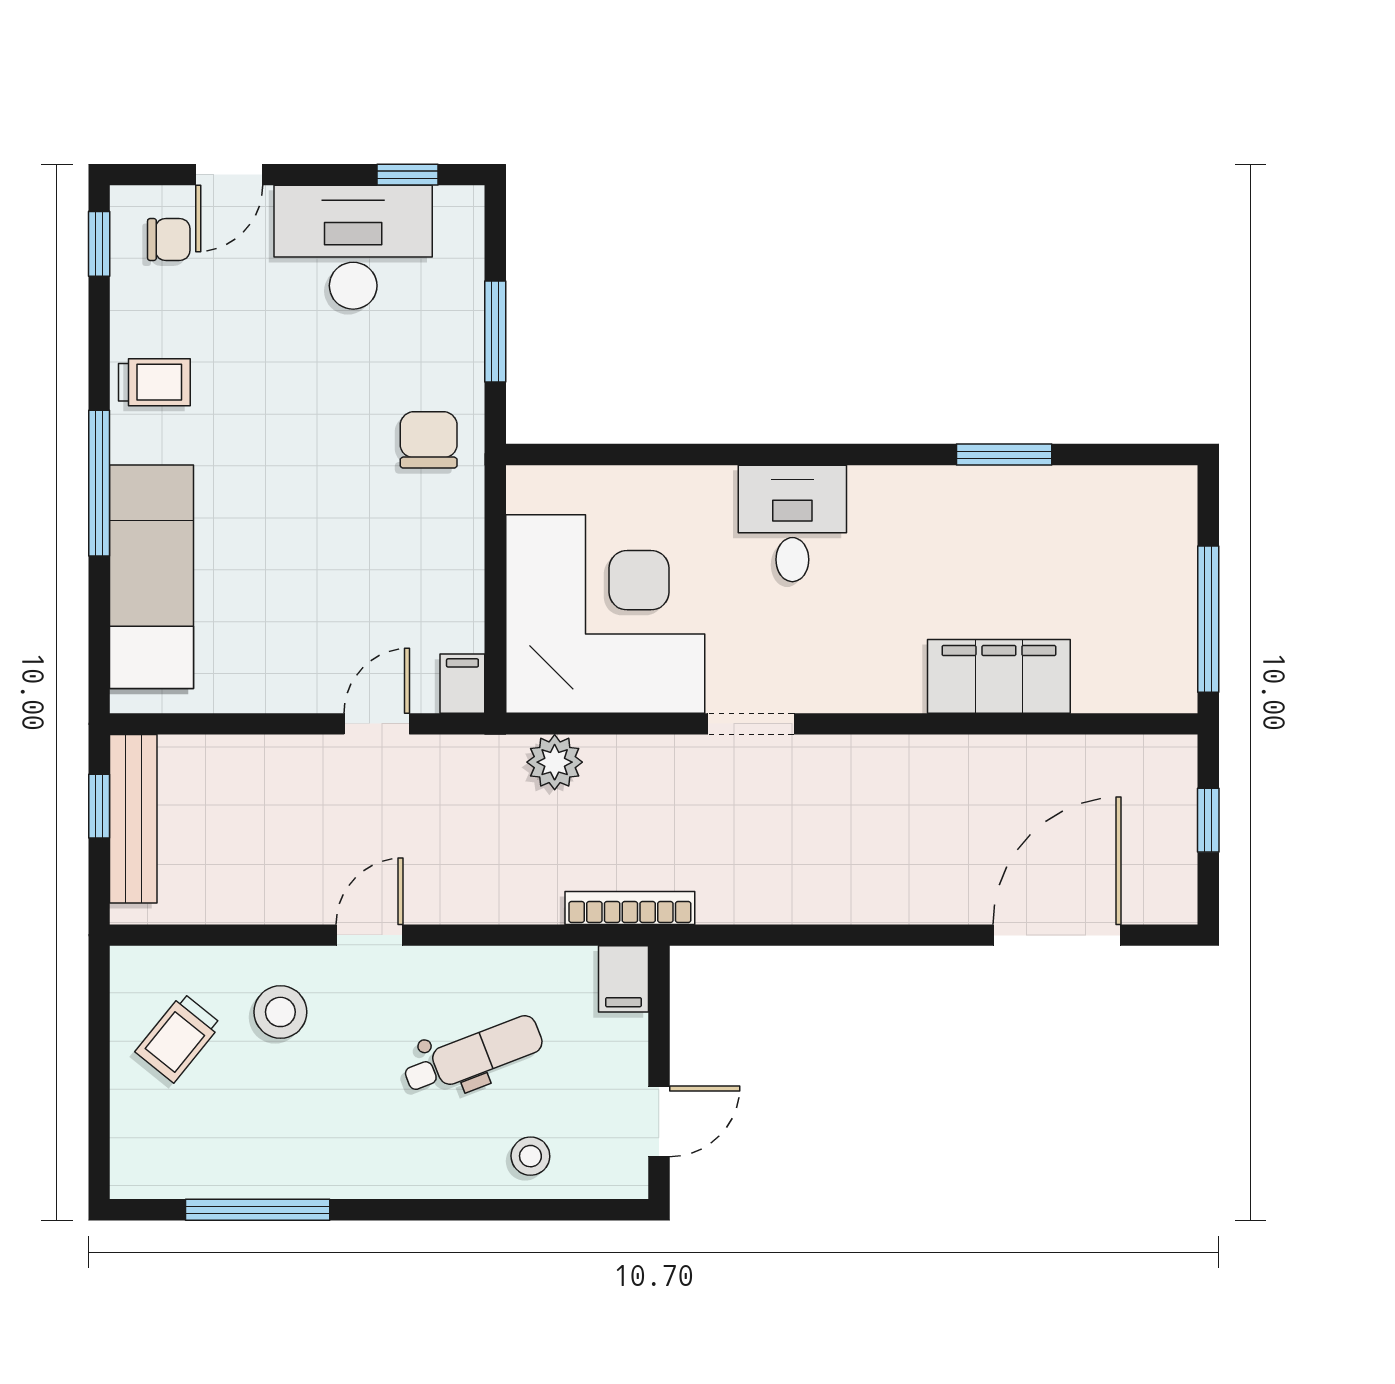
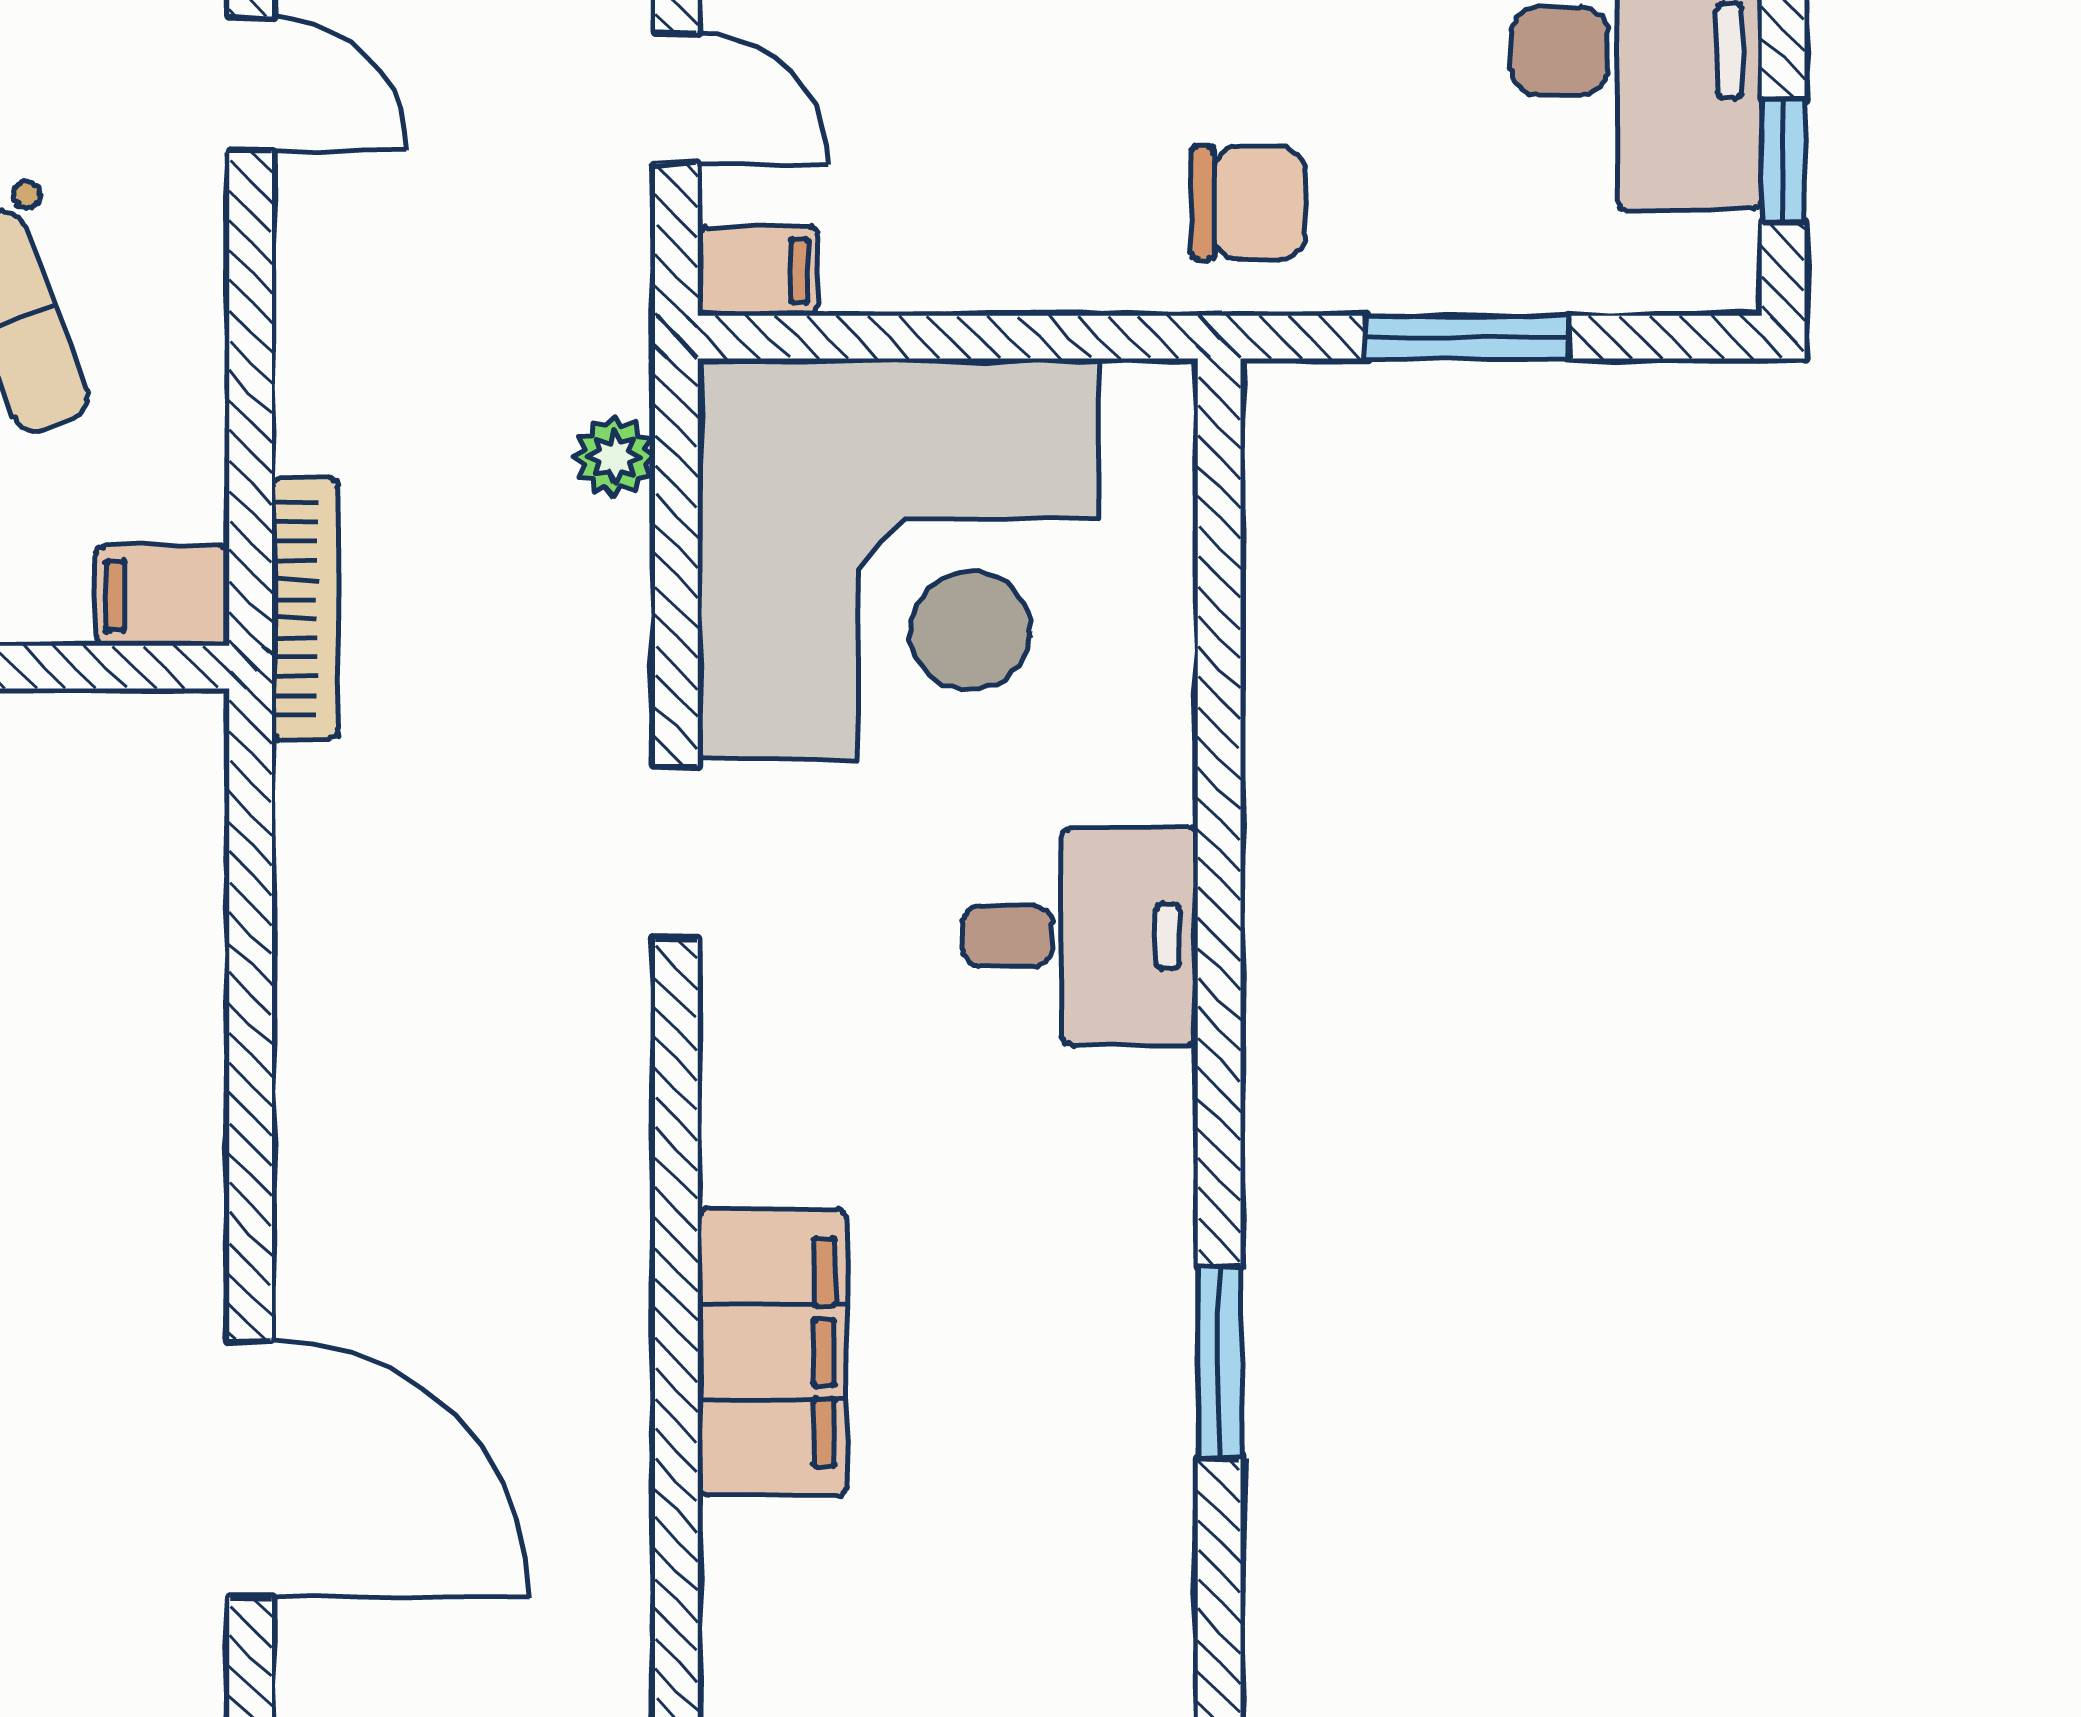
plant: (555, 762) -> (614, 457), width x0.73, depth x0.73

